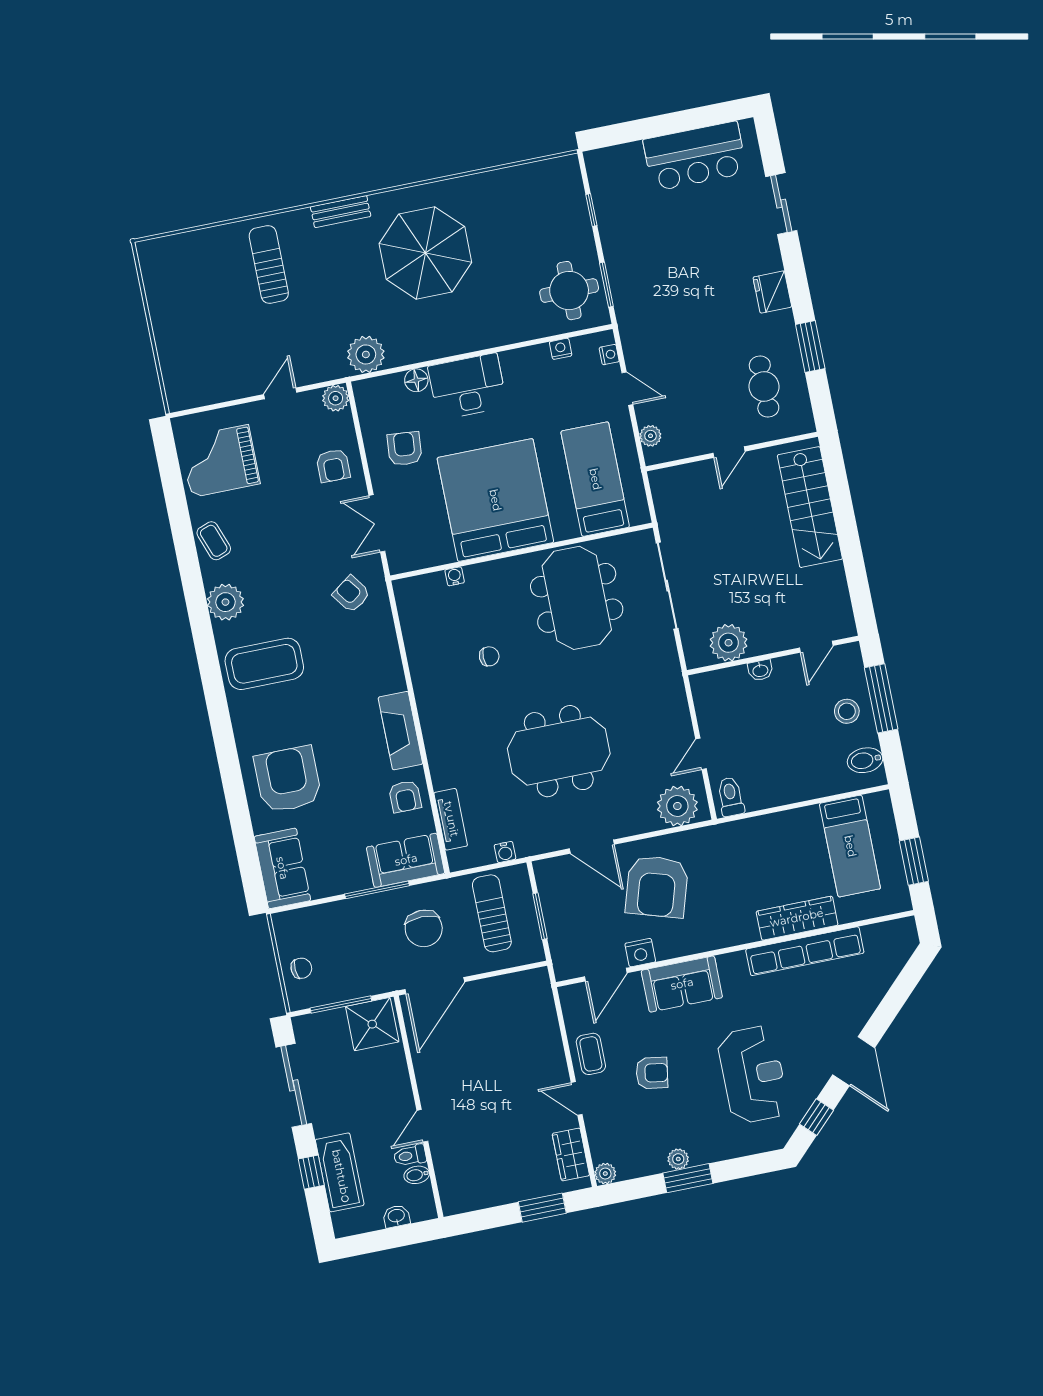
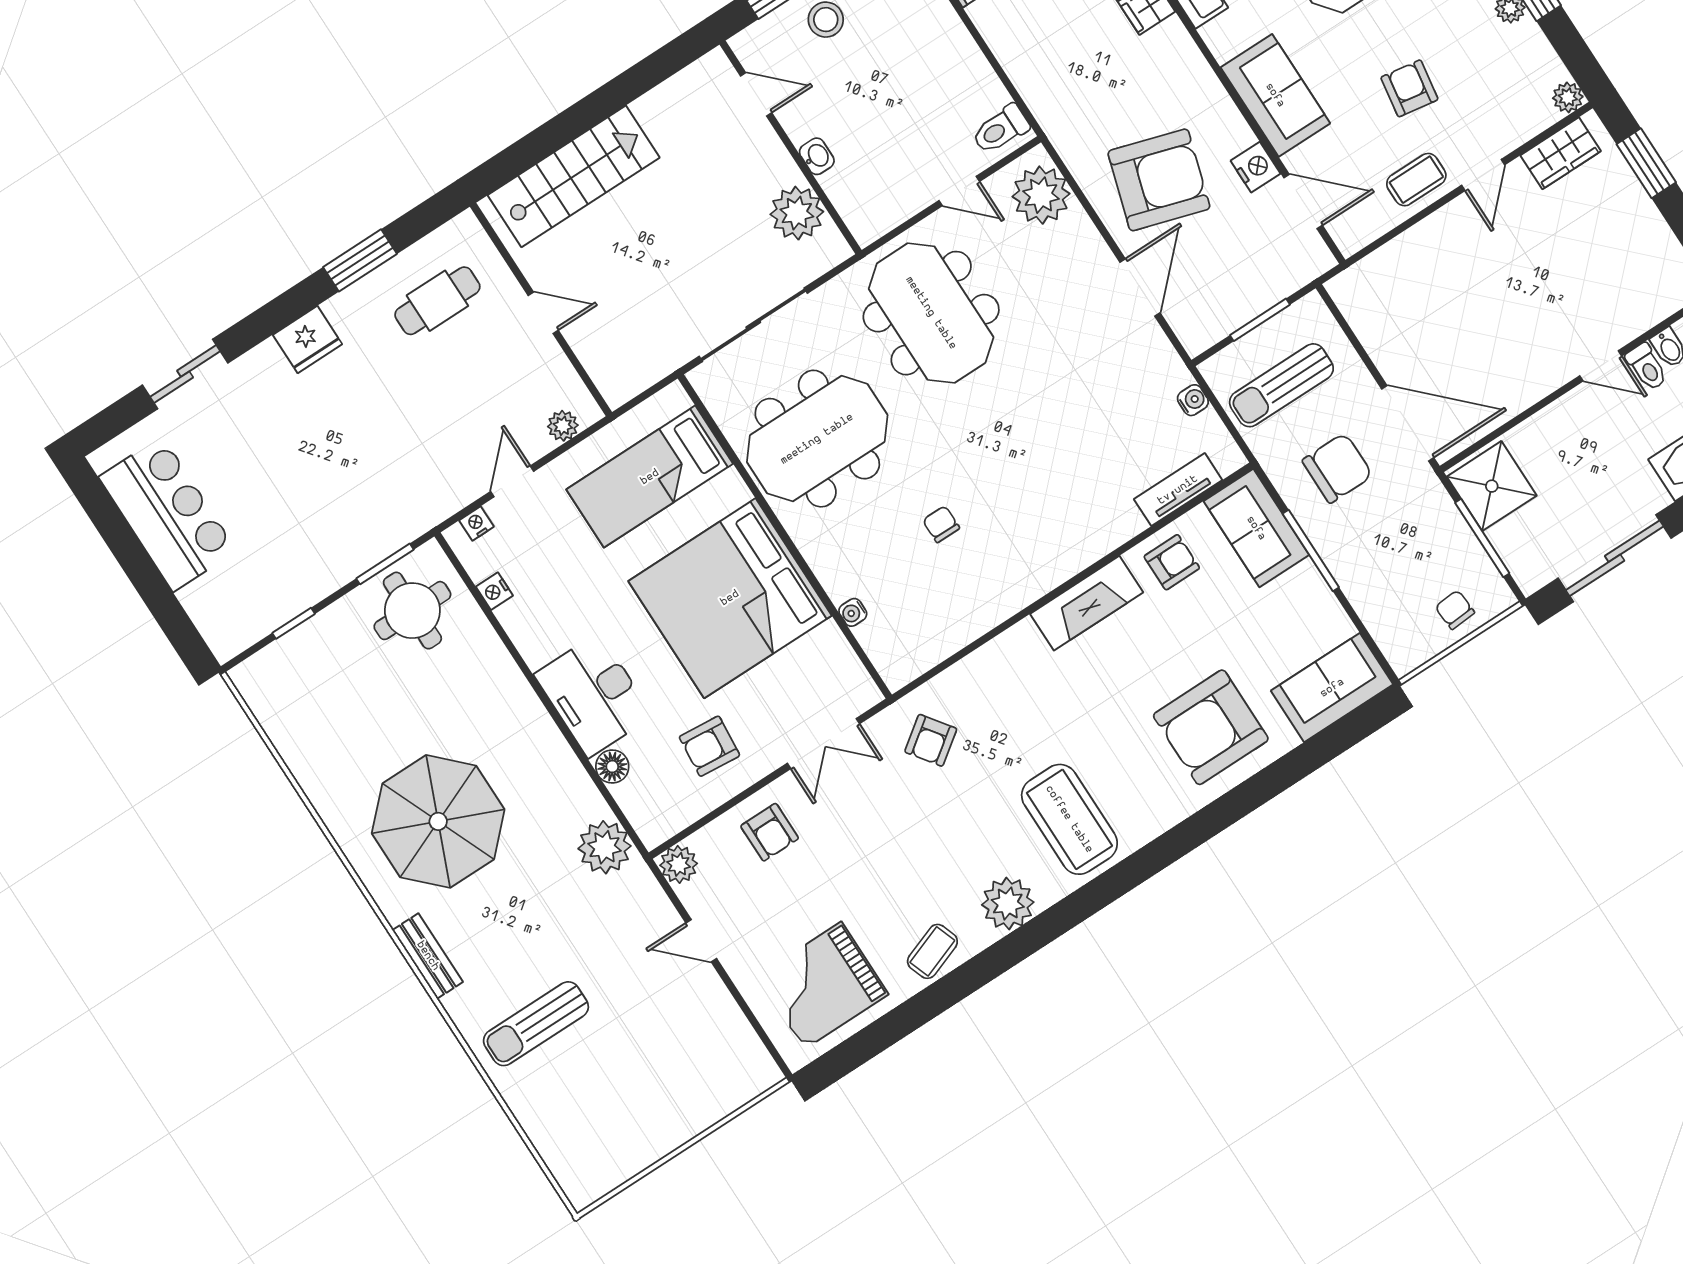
grand piano: (220, 461) -> (823, 985), turned 90
armchair: (333, 466) -> (770, 832), turned 90
meeting table: (559, 751) -> (931, 313), moved

